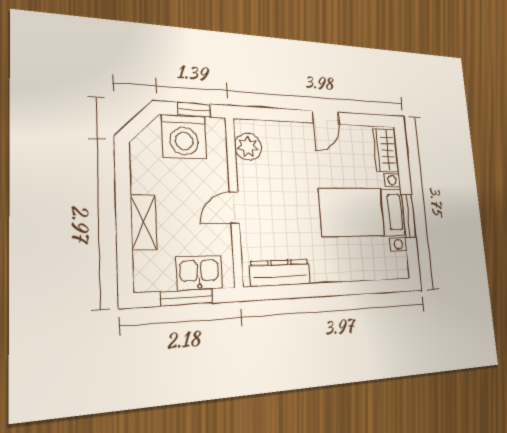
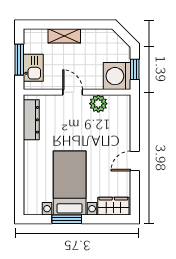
door: (326, 118) -> (135, 161), hinge flipped
washing machine: (184, 137) -> (117, 76), moved
plant: (248, 147) -> (98, 104), moved

